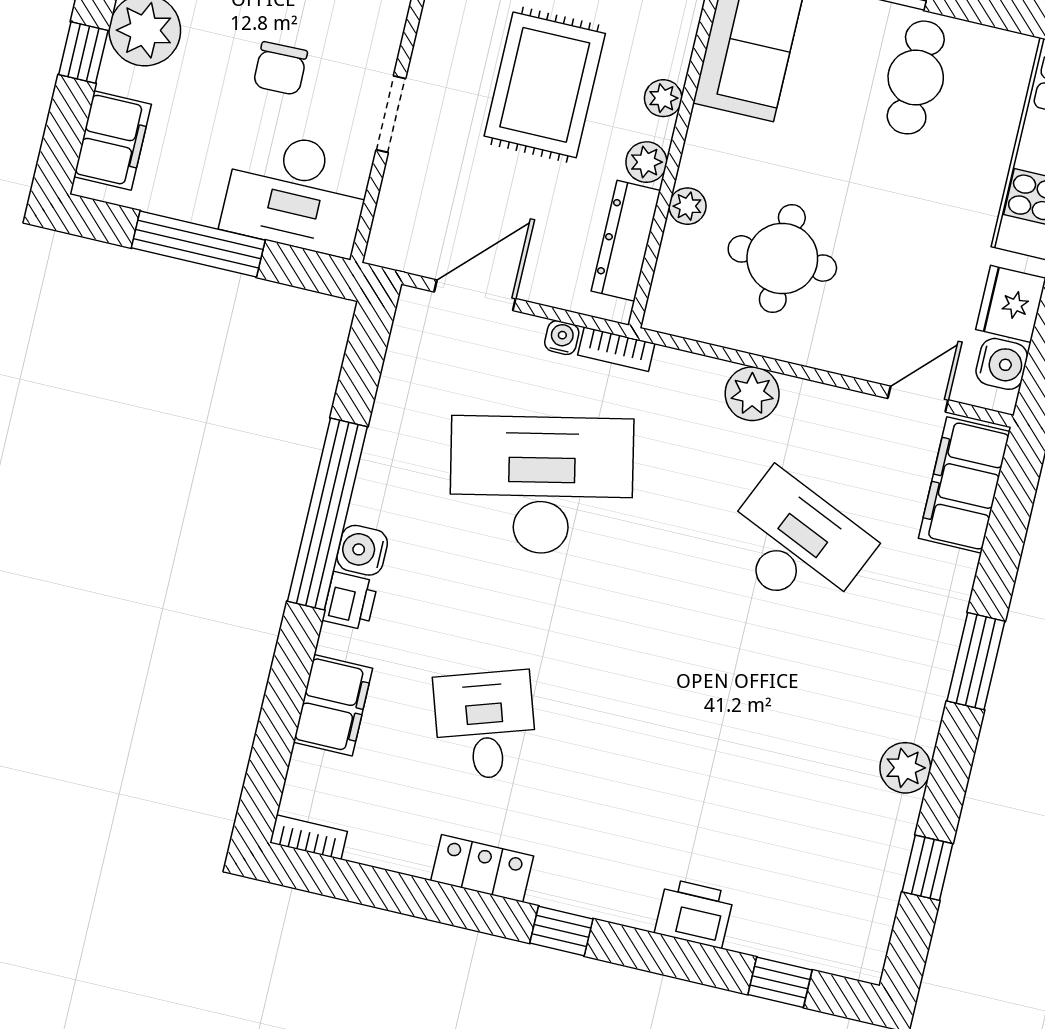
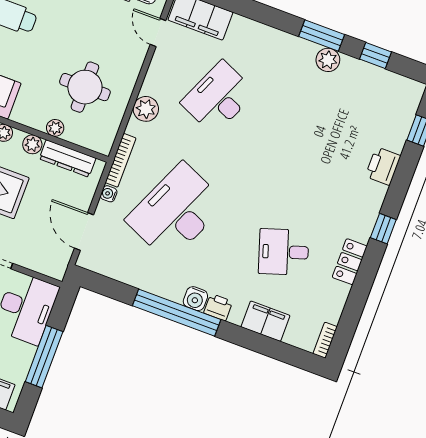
bookcase: (616, 349) -> (121, 160), width x1.56
desk: (542, 485) -> (176, 212), turned 36
window: (976, 661) -> (322, 36), moved

